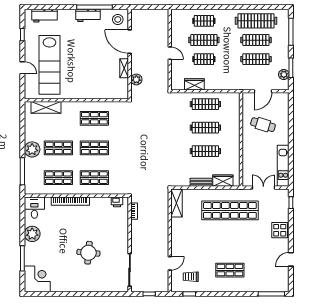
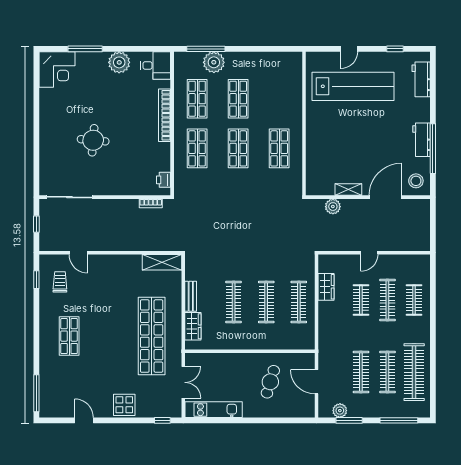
lab bench: (49, 65) -> (353, 86), turned 180
shelving: (46, 107) -> (294, 81), removed
plant: (32, 149) -> (214, 62), moved

